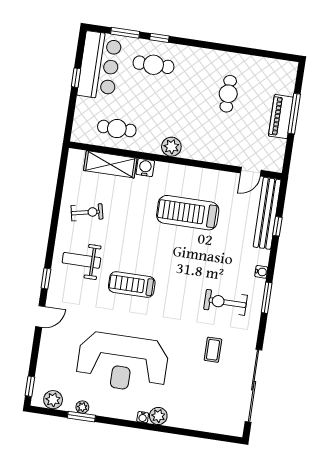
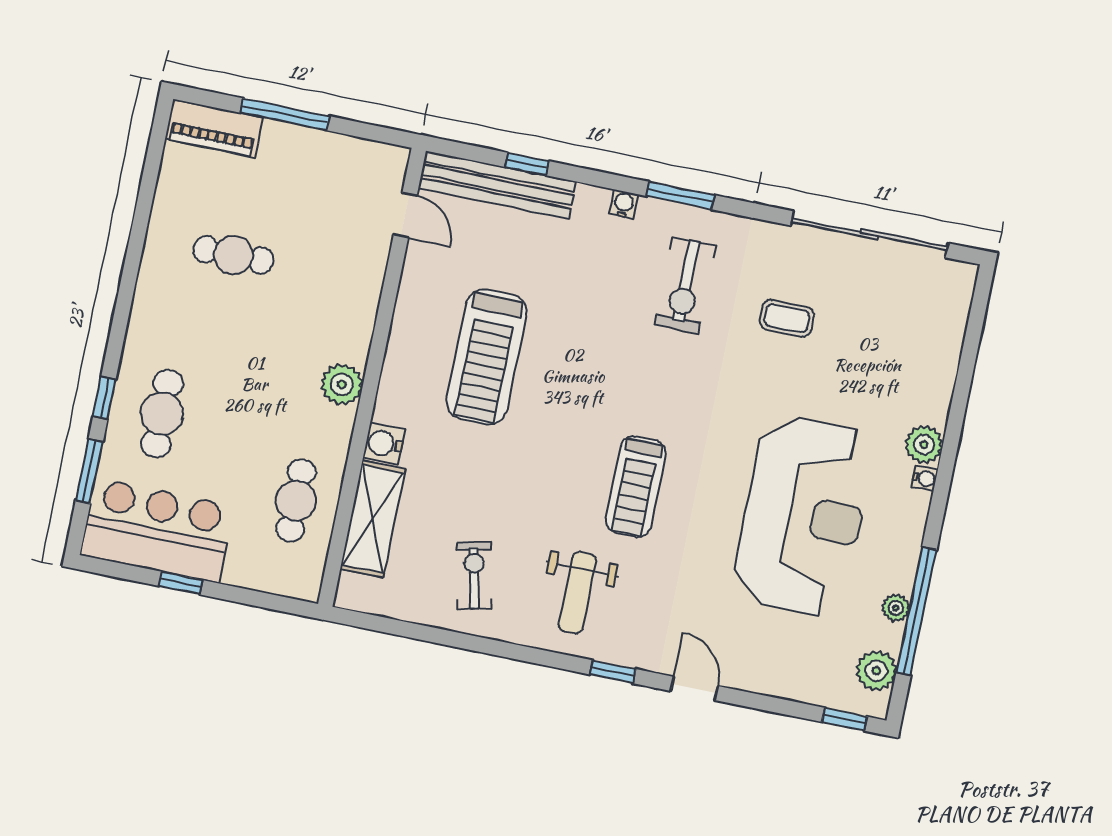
piano: (281, 117) -> (214, 128), moved
window: (81, 417) -> (916, 611), width x2.11

